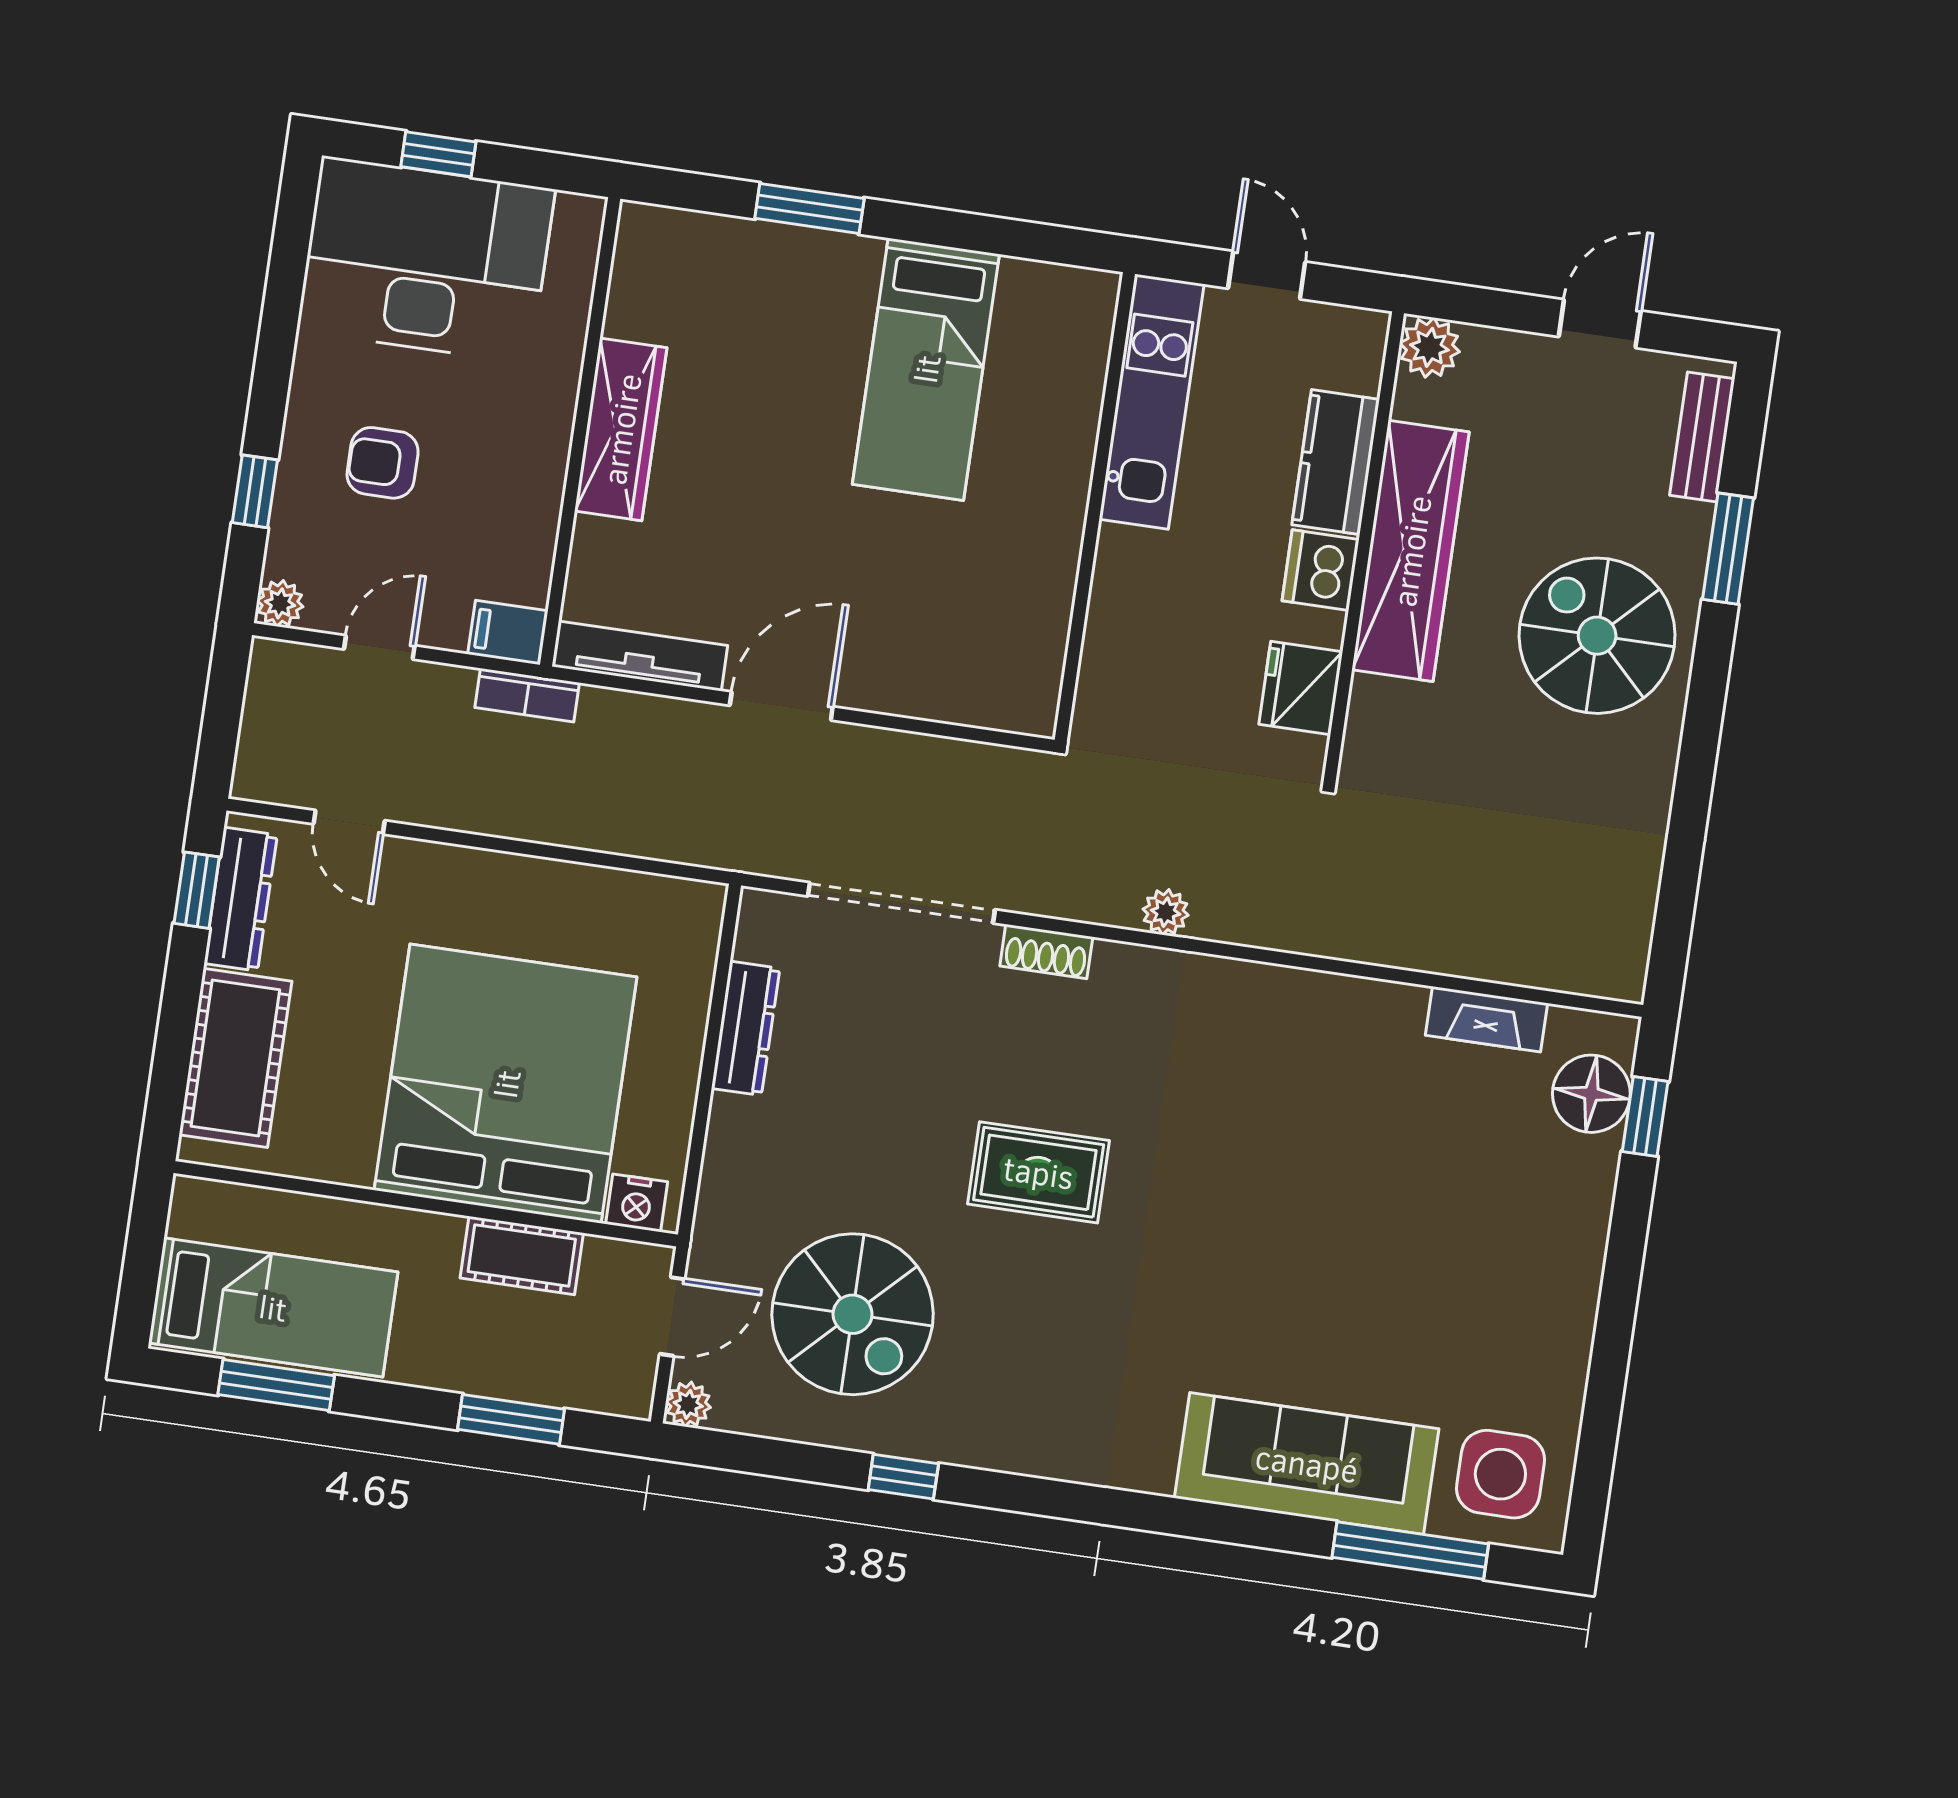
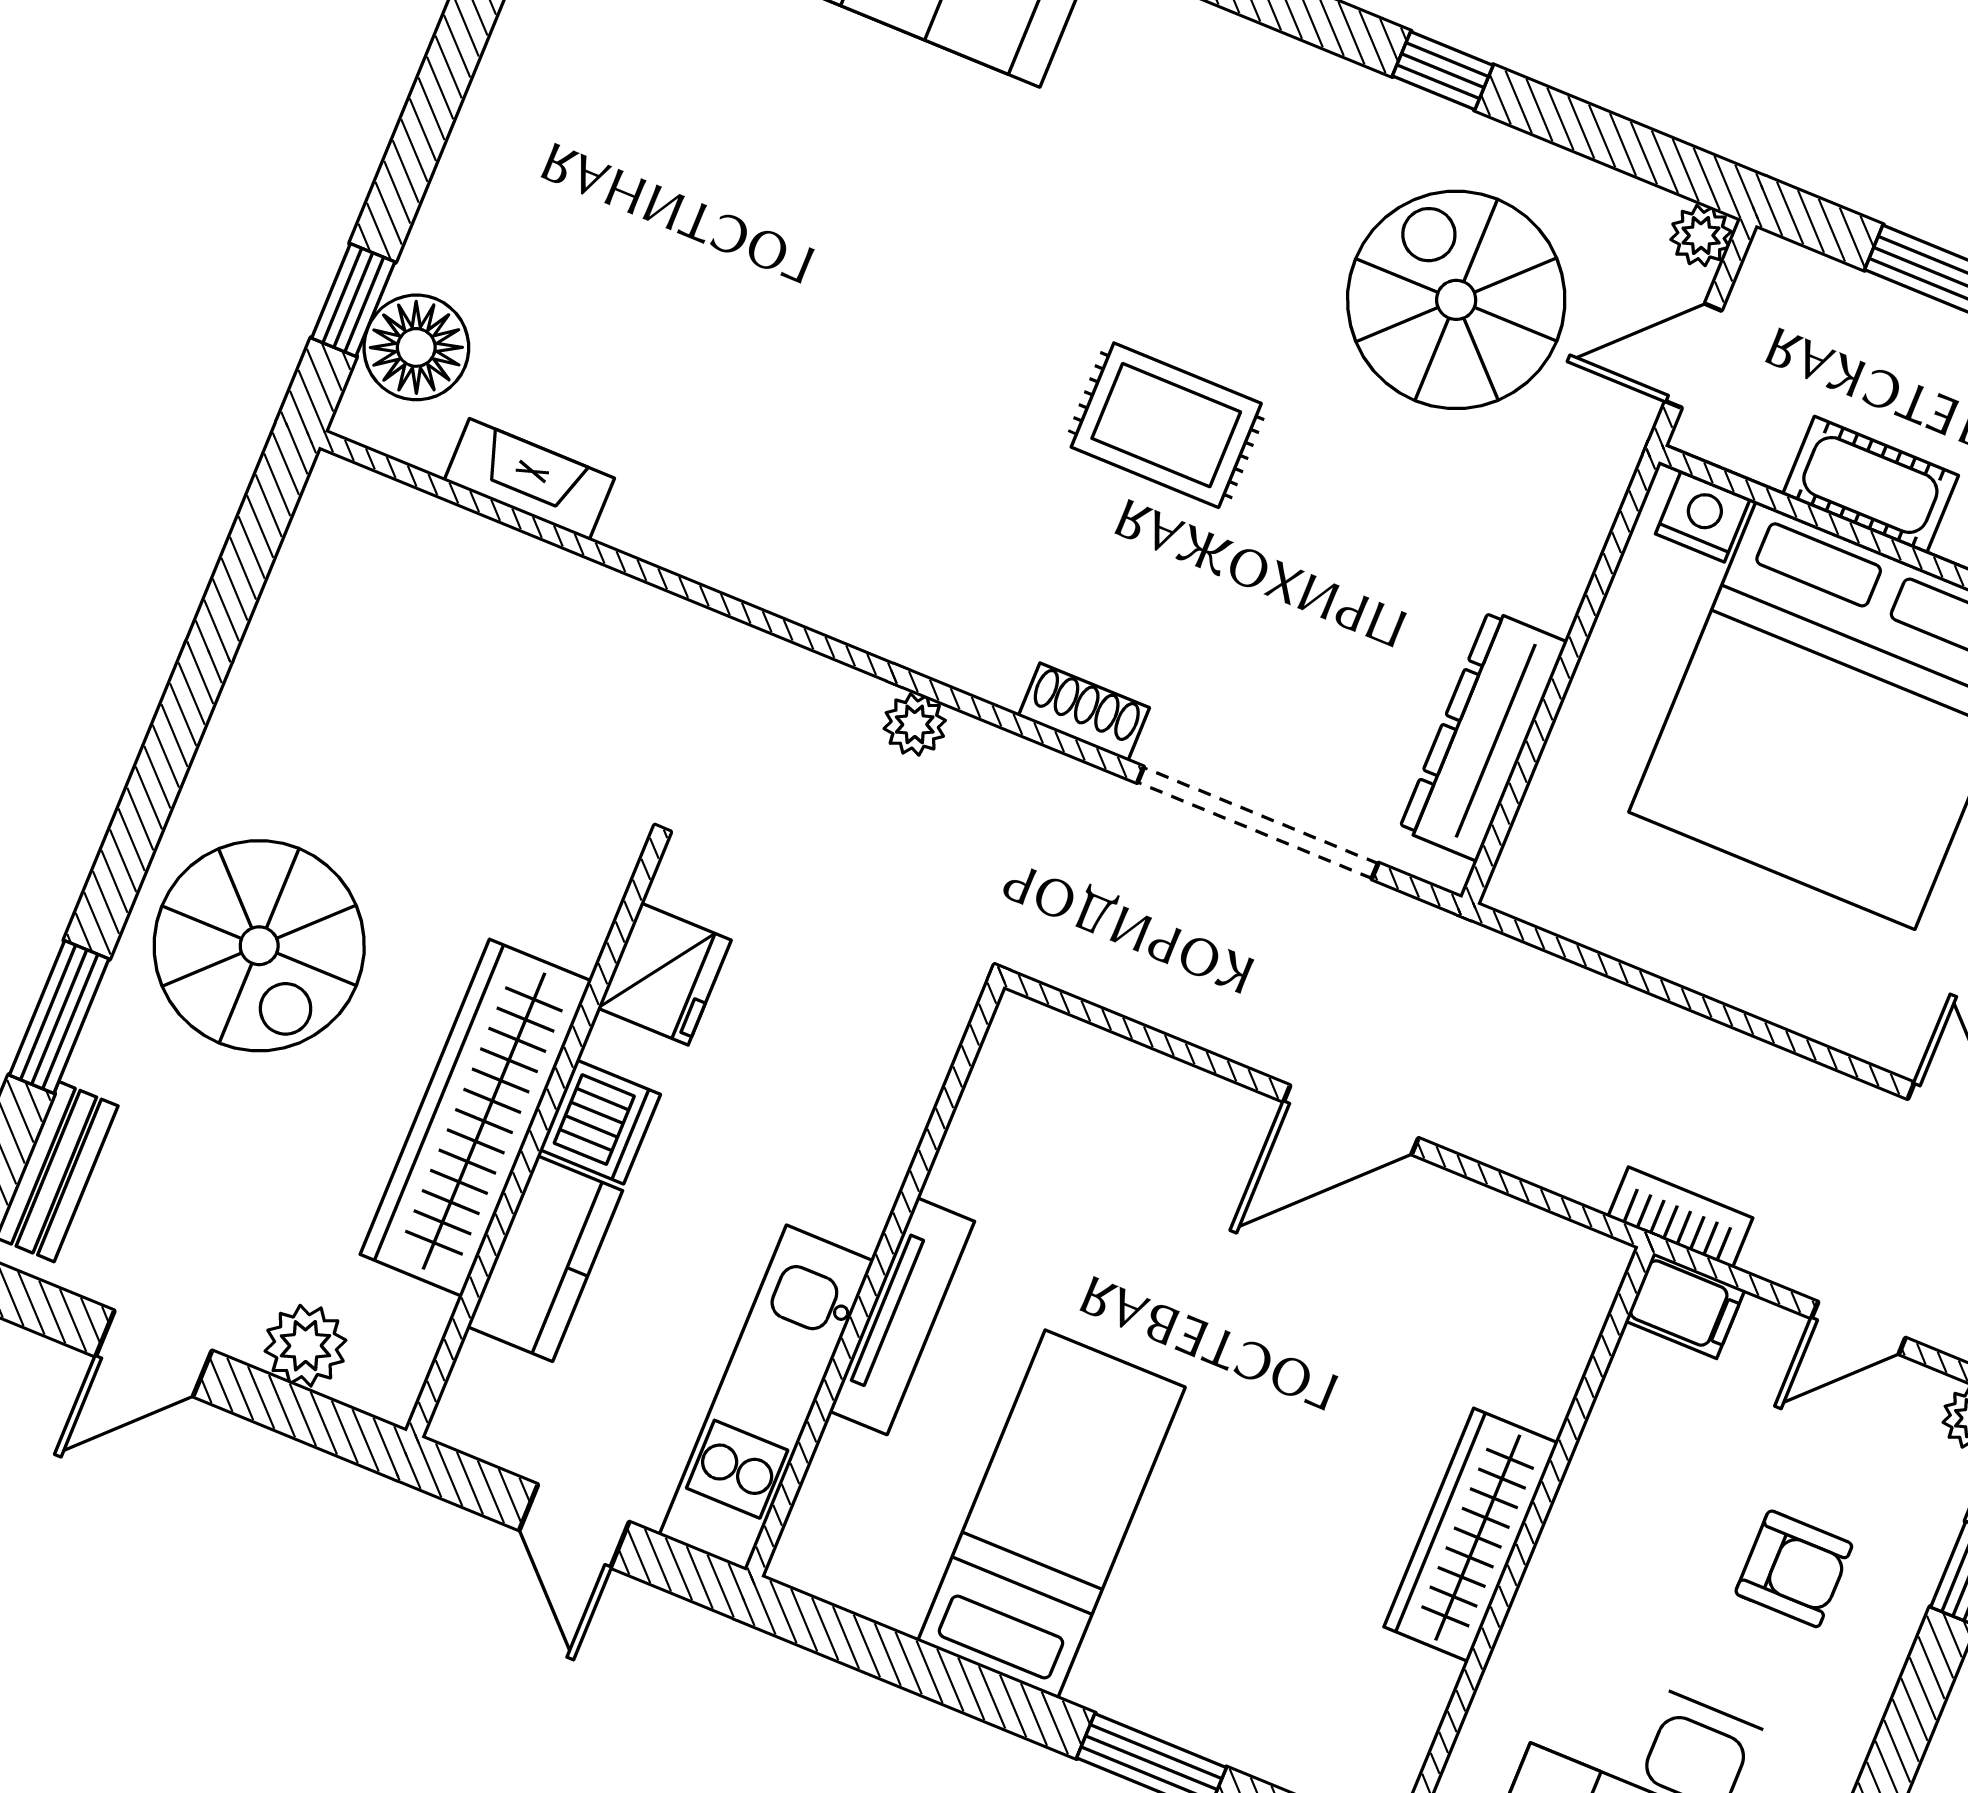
plant: (1430, 347) -> (305, 1346), moved
tv unit: (640, 656) -> (902, 1316), moved, turned -90
dresser: (746, 1028) -> (1483, 736), width x1.37, depth x1.24

